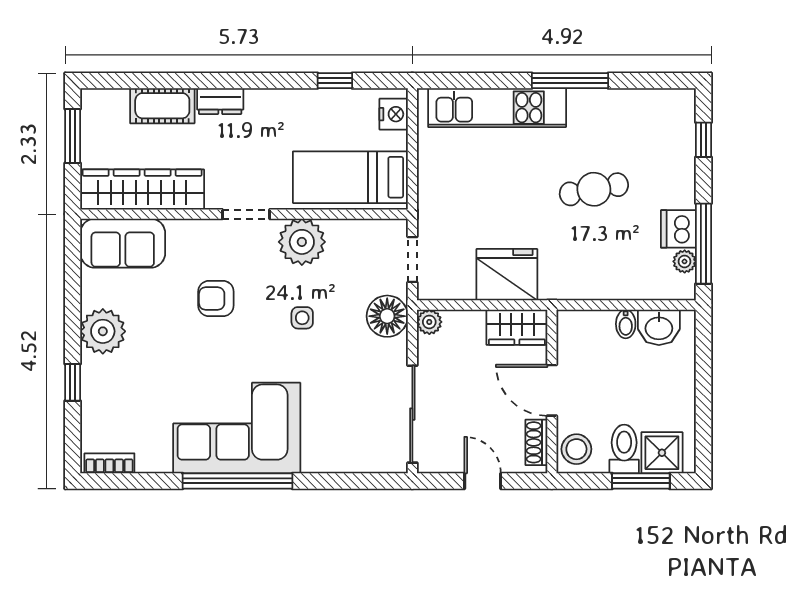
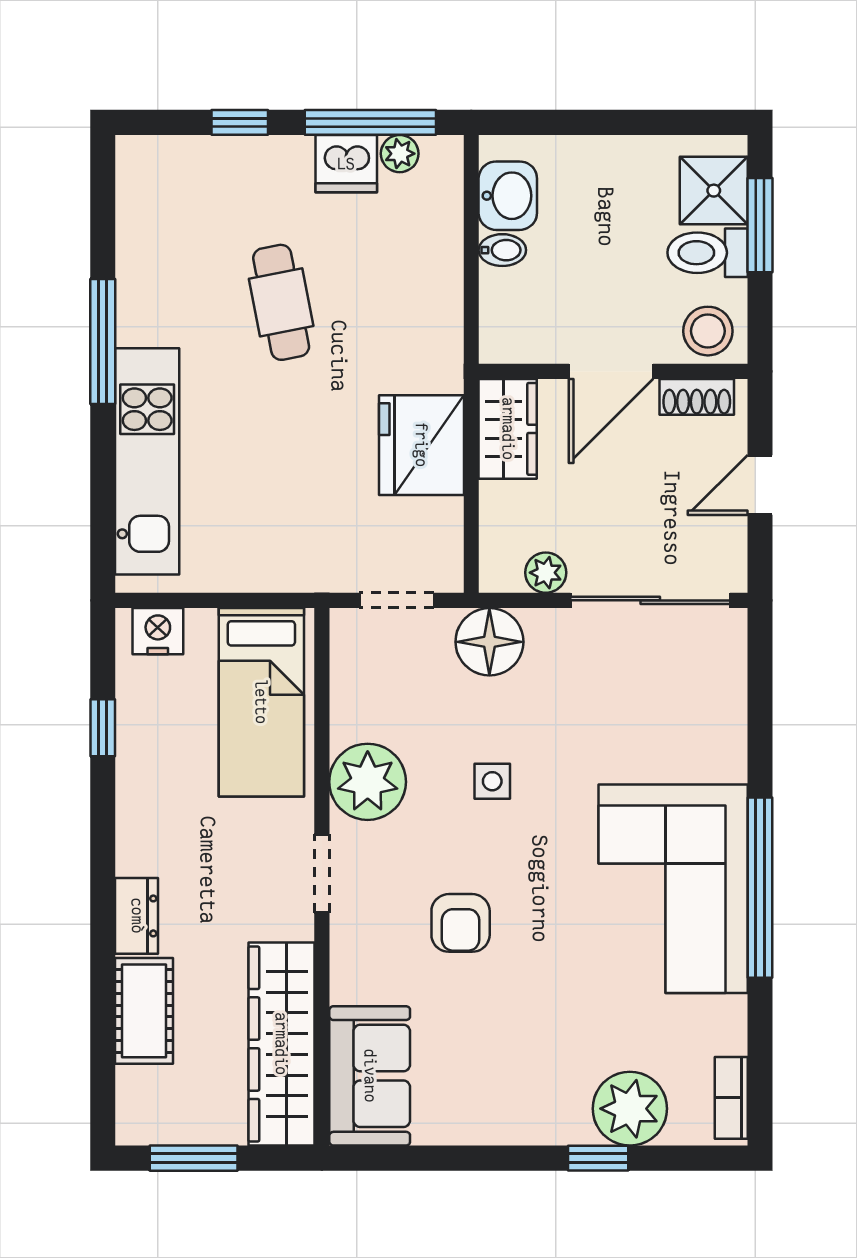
window: (703, 140) -> (240, 122), moved
plant: (429, 322) -> (546, 573), moved
plant: (103, 331) -> (630, 1109), moved

